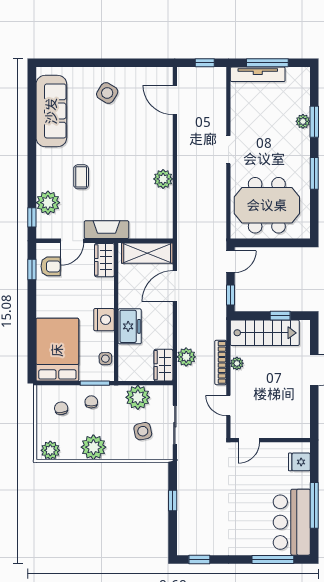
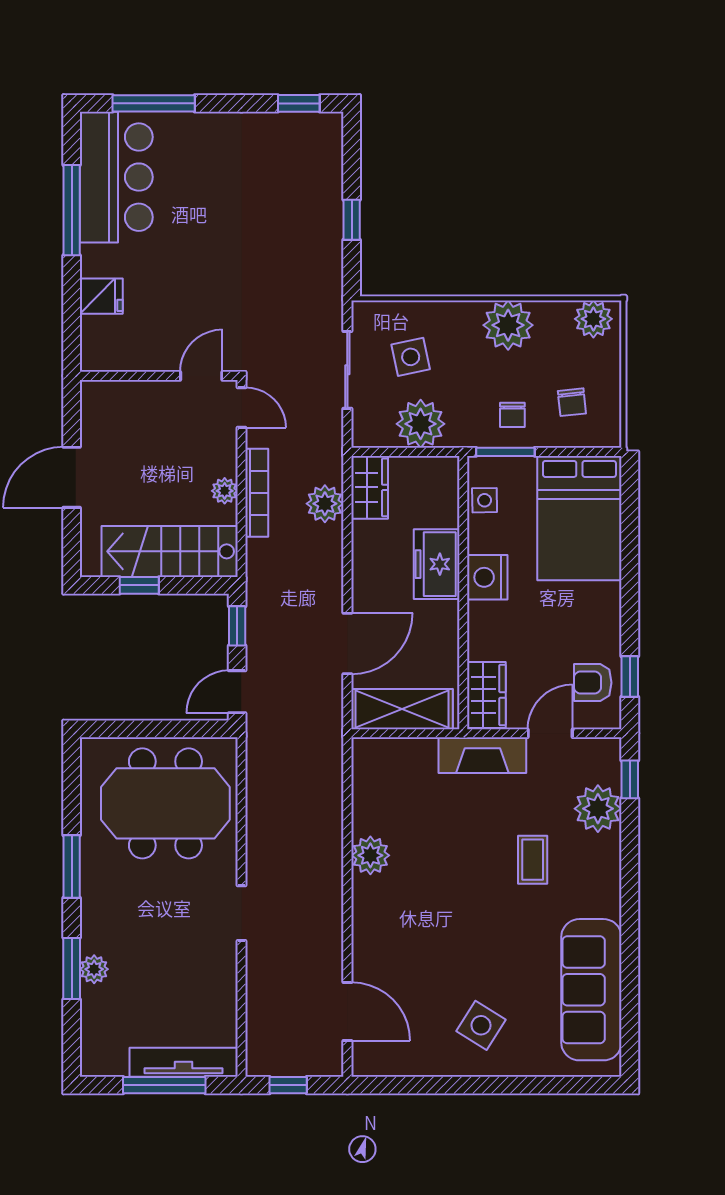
door: (249, 440) -> (201, 376), moved
wall: (270, 440) -> (159, 376), moved

